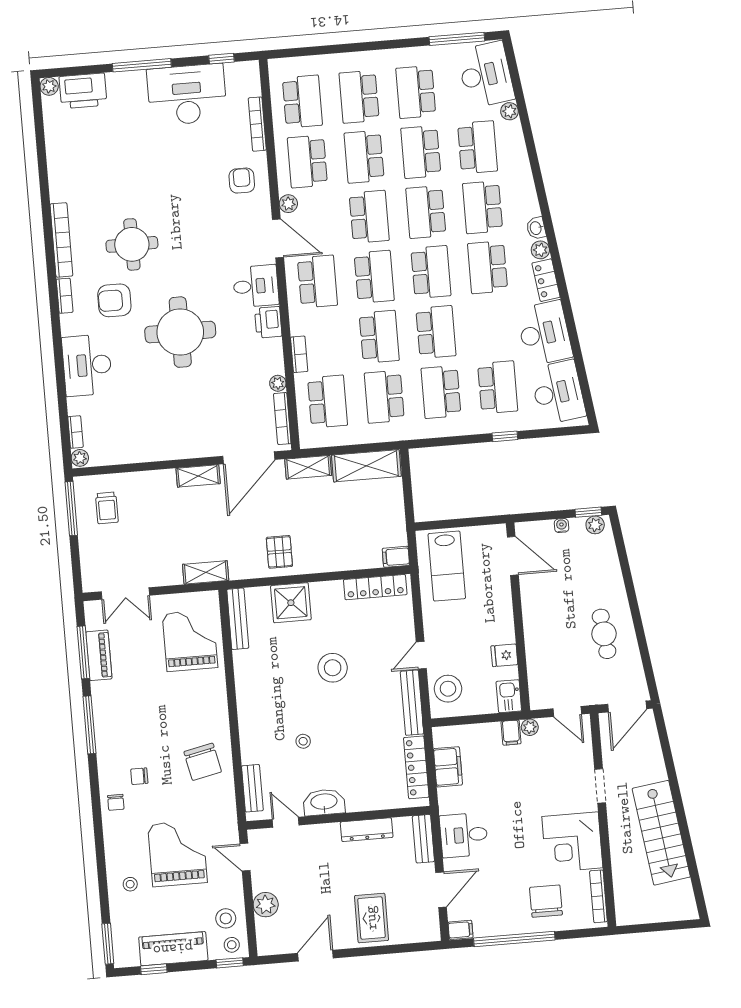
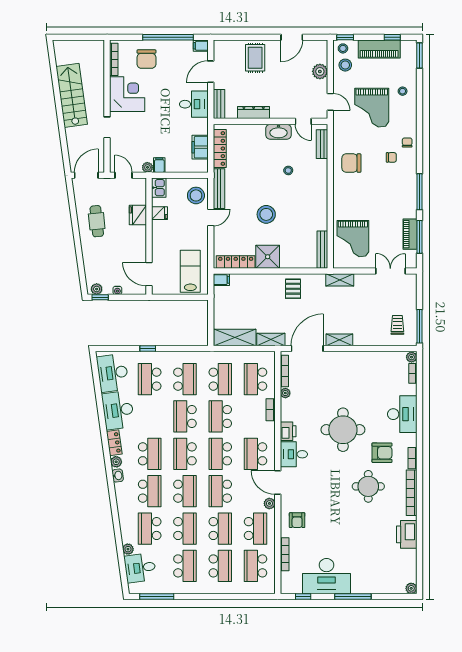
desk: (486, 75) -> (140, 568), width x0.73
printer: (83, 91) -> (407, 534), moved, turned -90
shower: (291, 603) -> (268, 257), moved
fridge: (539, 649) -> (138, 215), added
chair: (203, 762) -> (351, 163), turned -78

